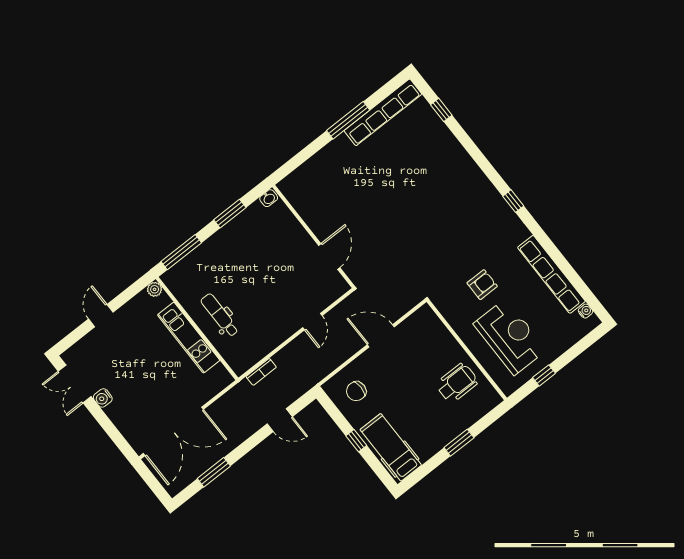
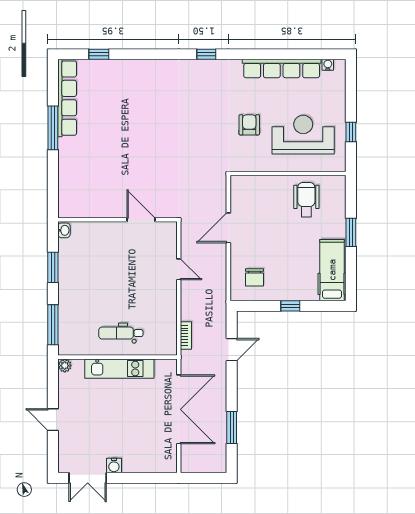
double door: (173, 431) -> (179, 409), moved
hospital bed: (391, 447) -> (332, 270), moved, turned 90

